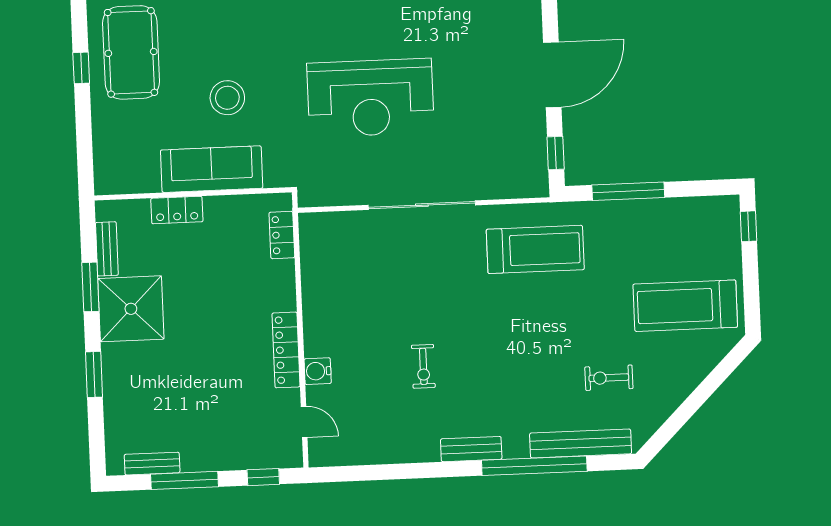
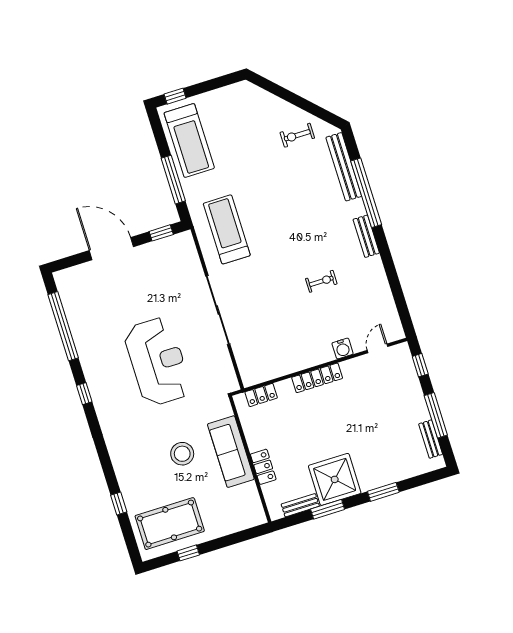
treadmill: (685, 306) -> (189, 140), moved
locker: (286, 350) -> (317, 378), moved
exercise bike: (609, 378) -> (297, 135), moved, turned 90

